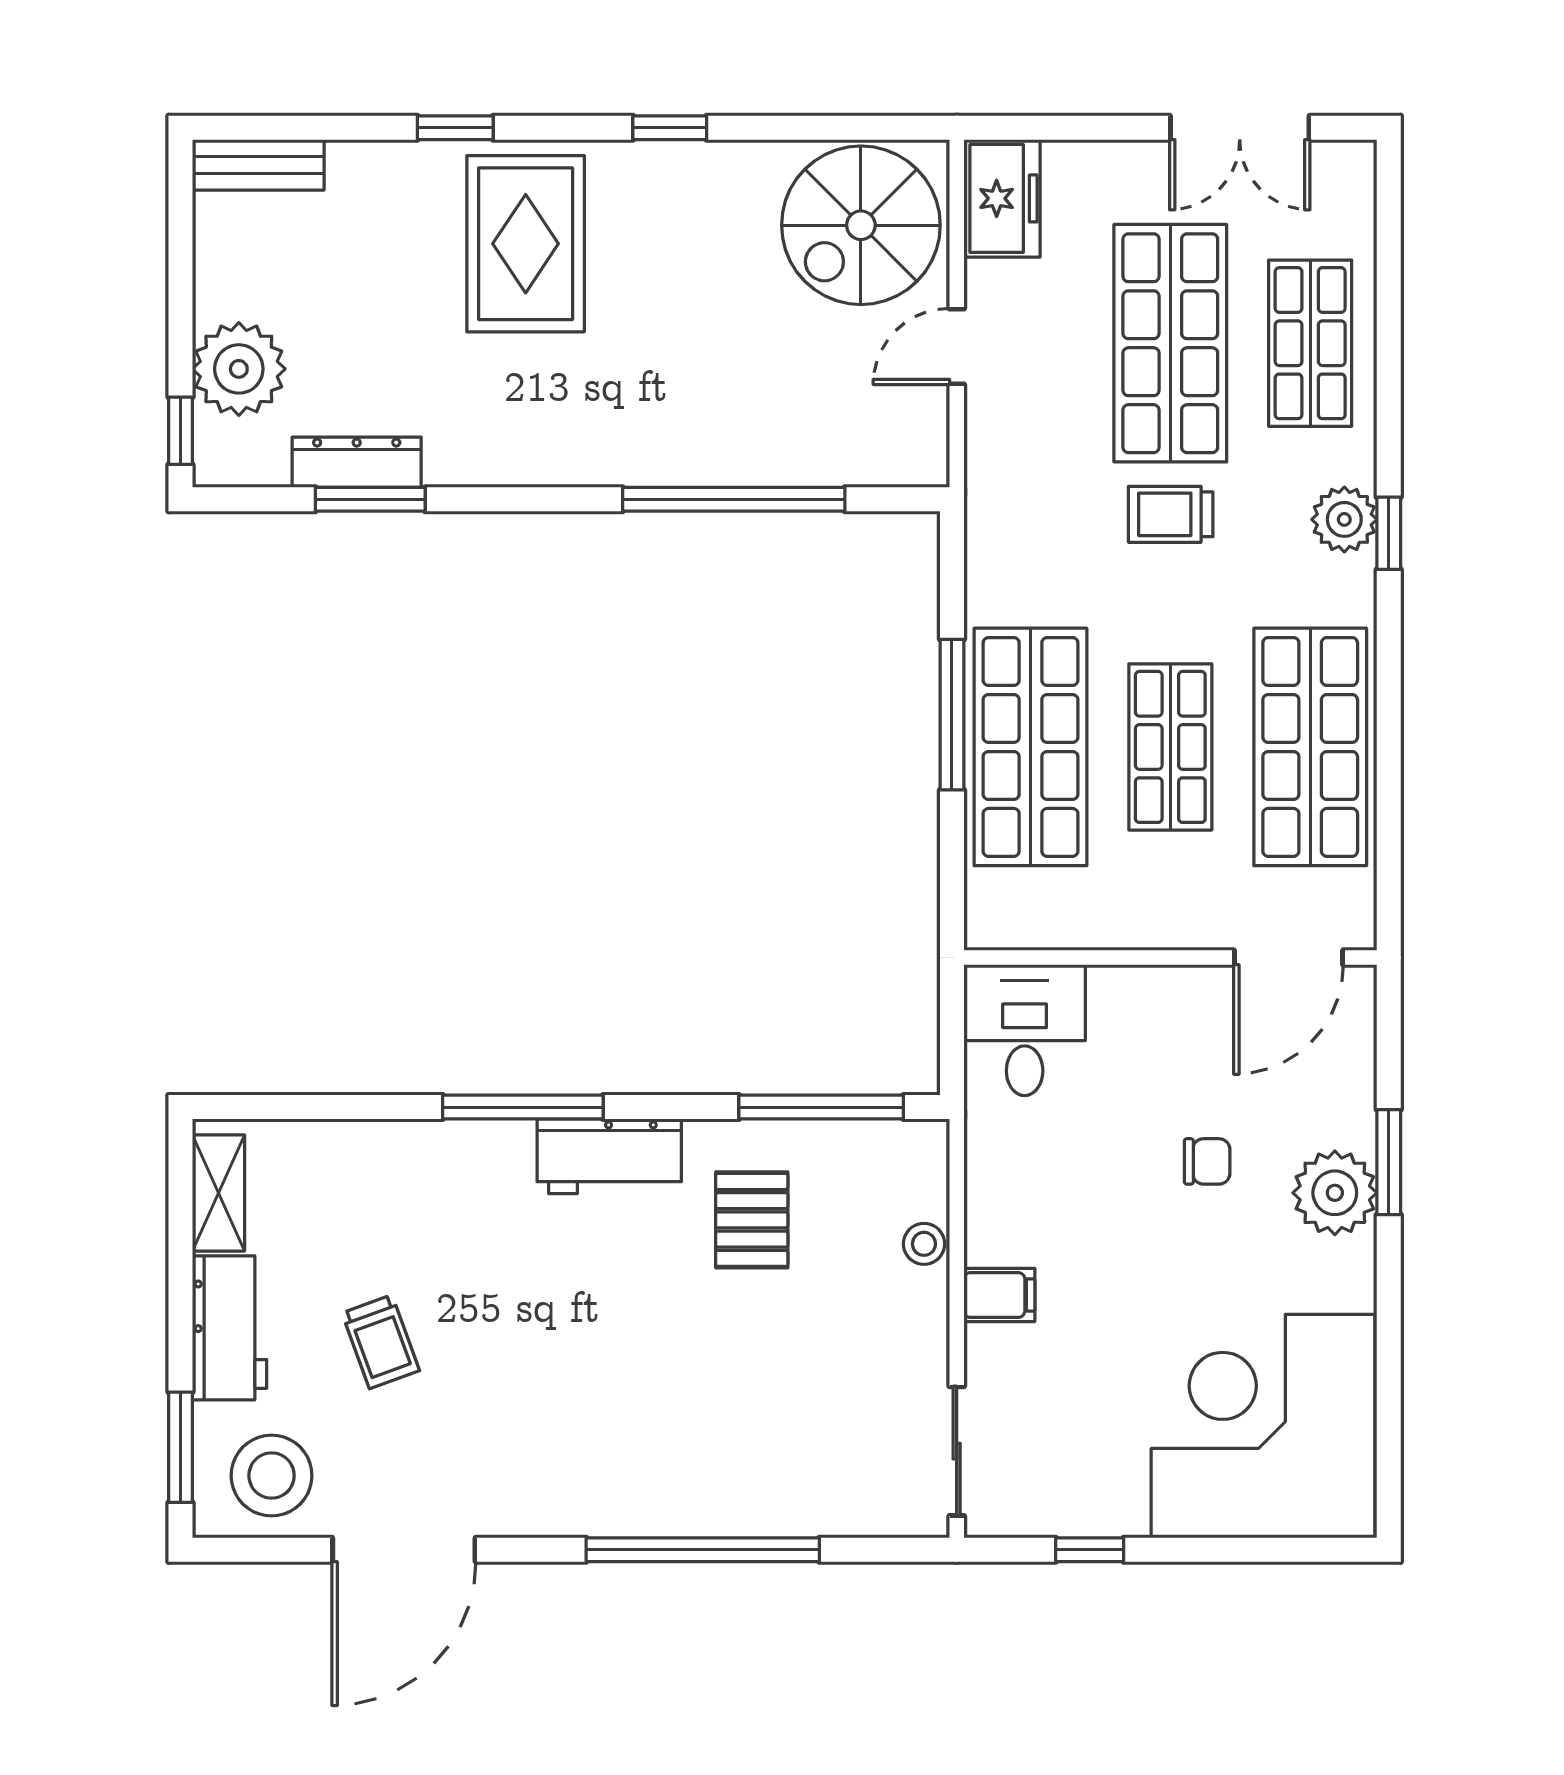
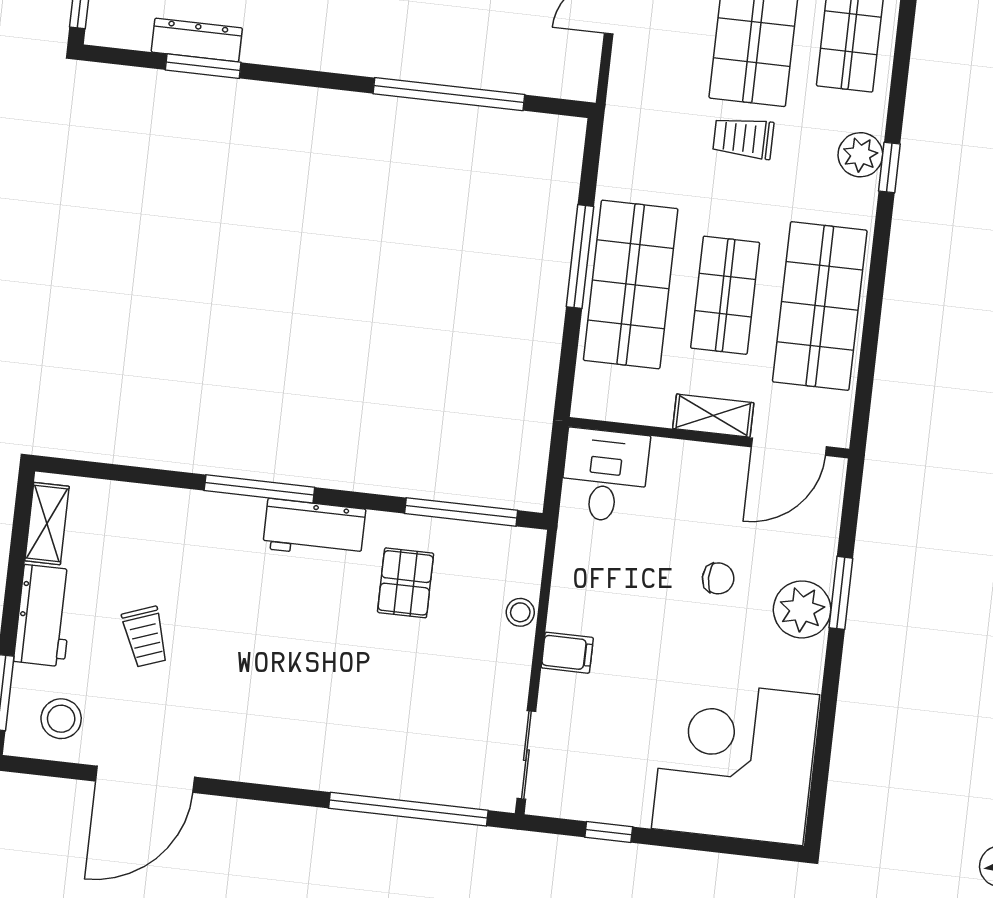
shelving: (1173, 925) -> (713, 416), added
stool: (272, 1476) -> (61, 719), width x0.73, depth x0.73
window: (703, 1550) -> (408, 809), moved

